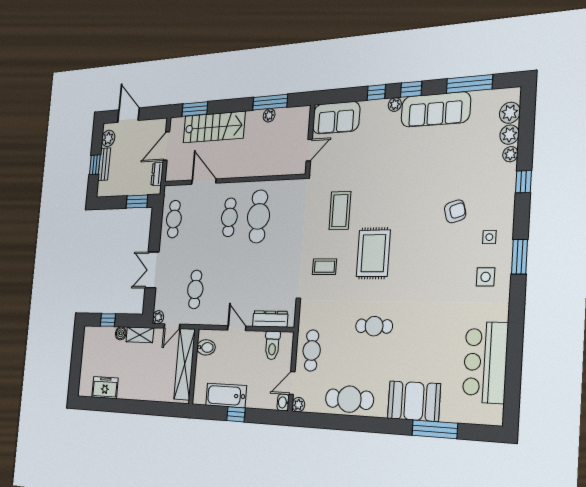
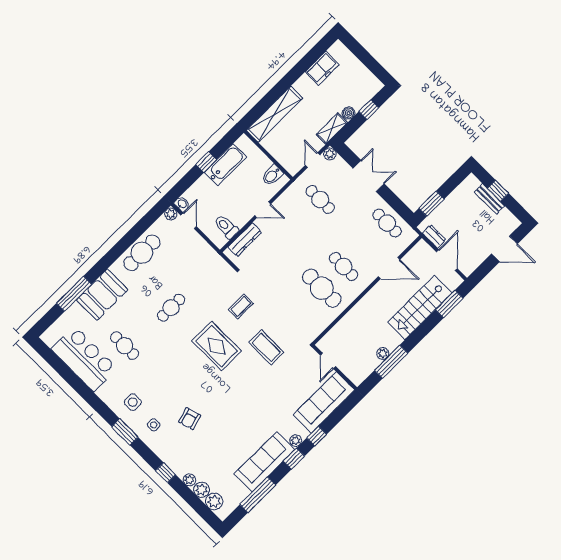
sofa: (336, 118) -> (324, 402), width x1.36
plant: (108, 138) -> (506, 218), removed
cafe table: (312, 350) -> (125, 346), moved
shelving: (185, 364) -> (274, 114), moved, turned 90

